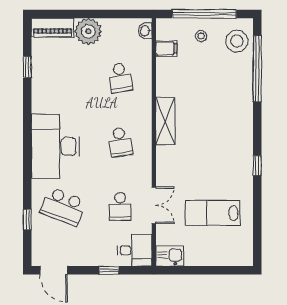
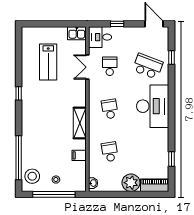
filing cabinet: (166, 48) -> (79, 155), moved
lab bench: (213, 213) -> (48, 62), turned 90

